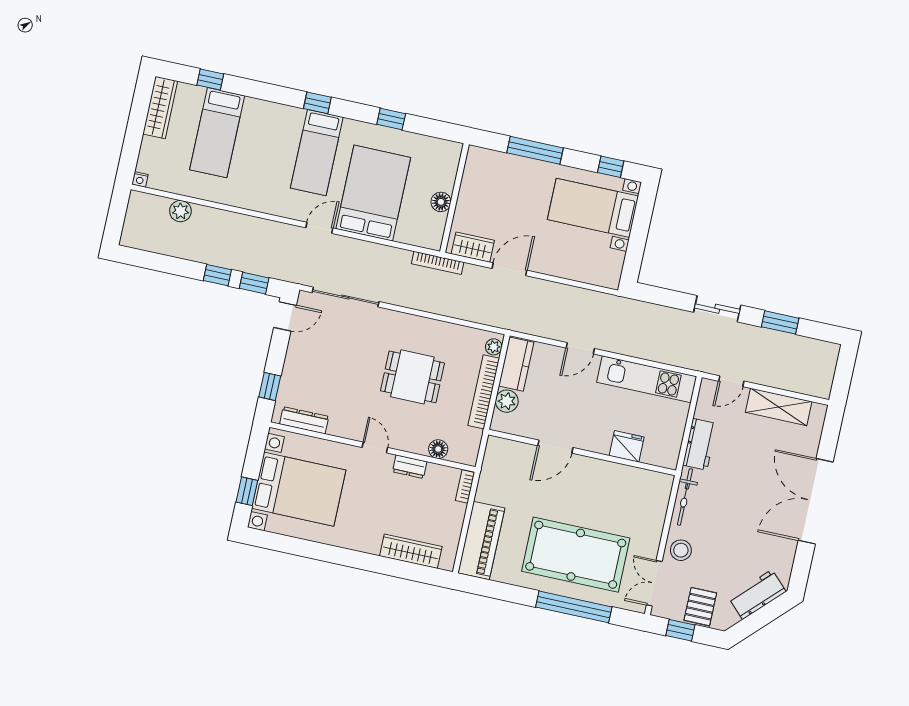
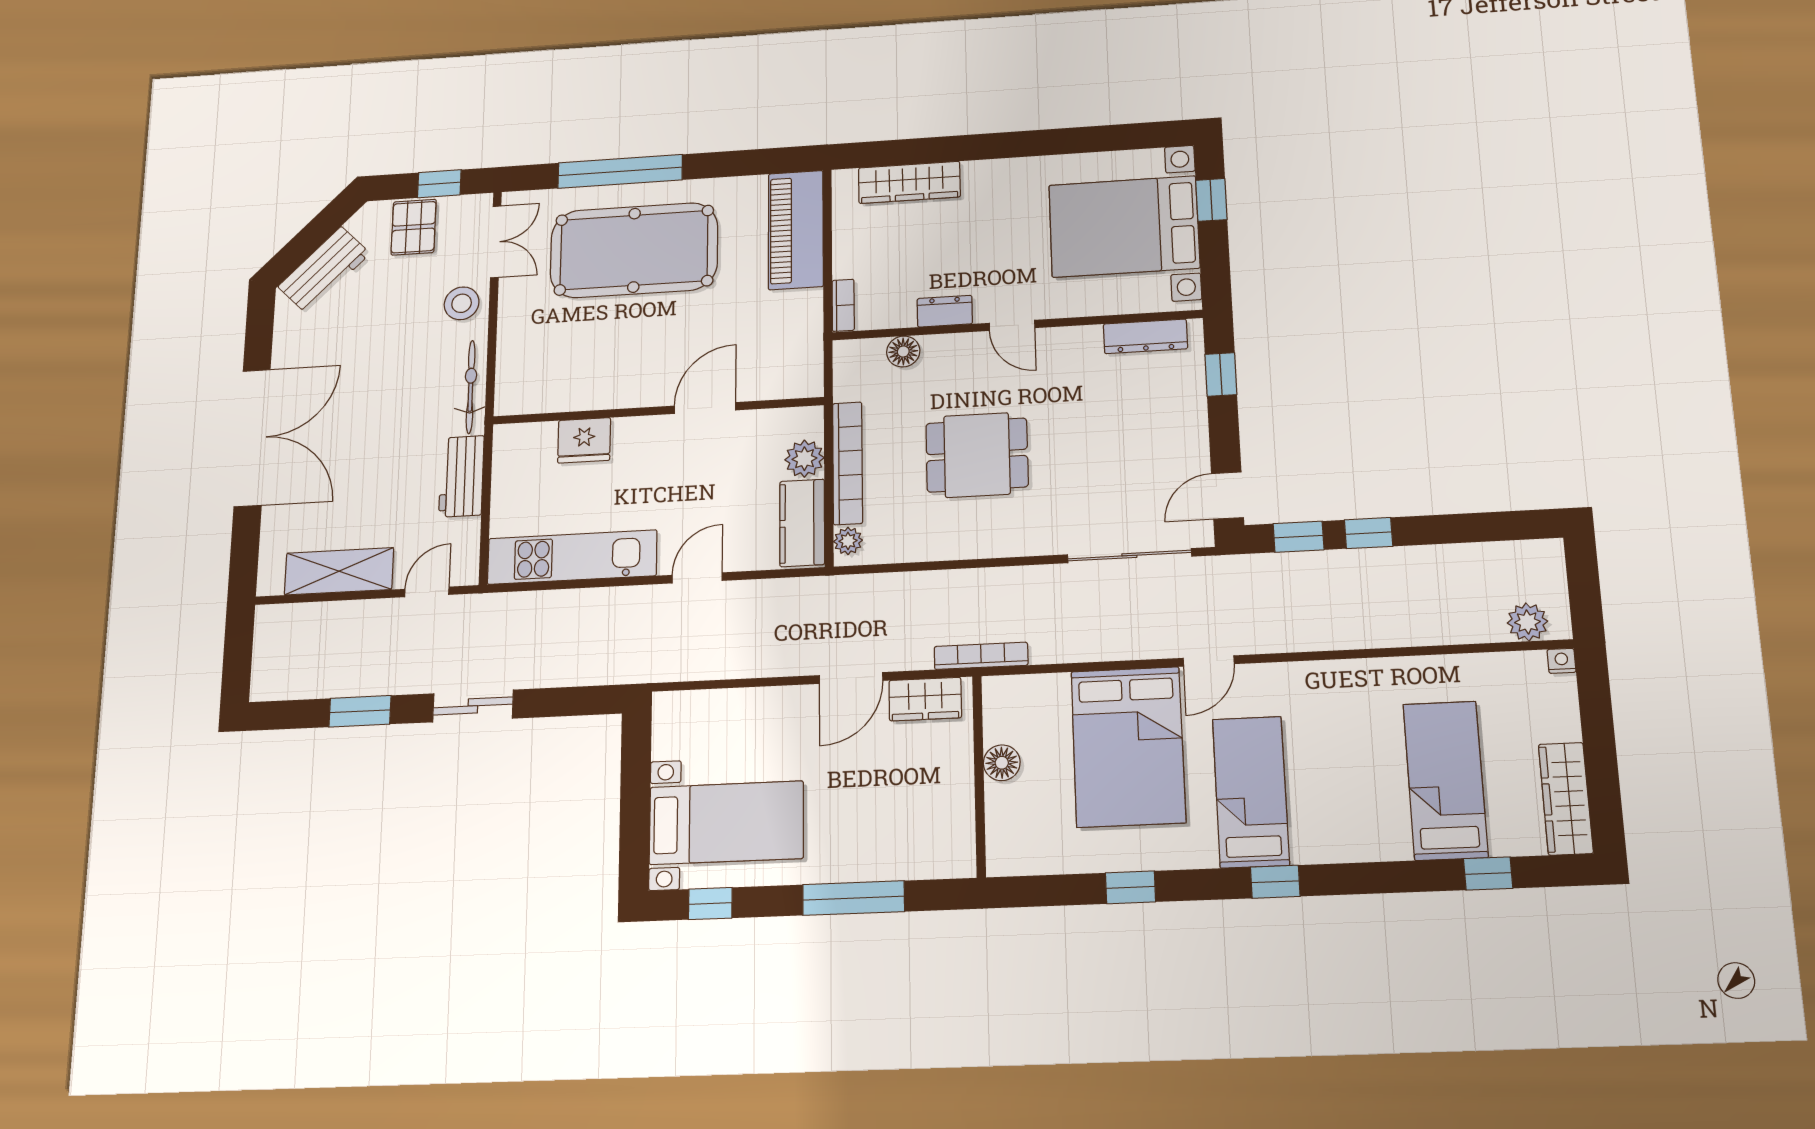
plant: (180, 211) -> (1527, 622), moved

